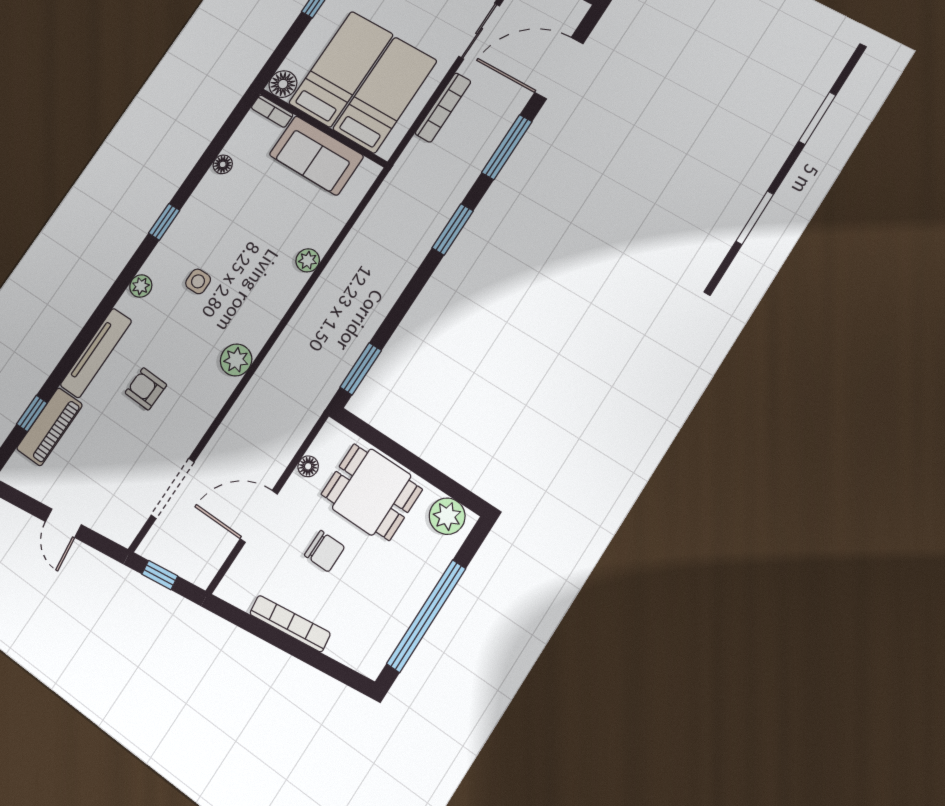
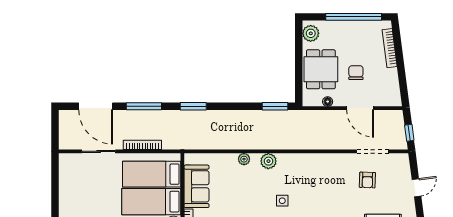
plant: (236, 360) -> (268, 161), moved
armchair: (146, 389) -> (367, 180), moved
bookcase: (290, 624) -> (390, 48), moved

